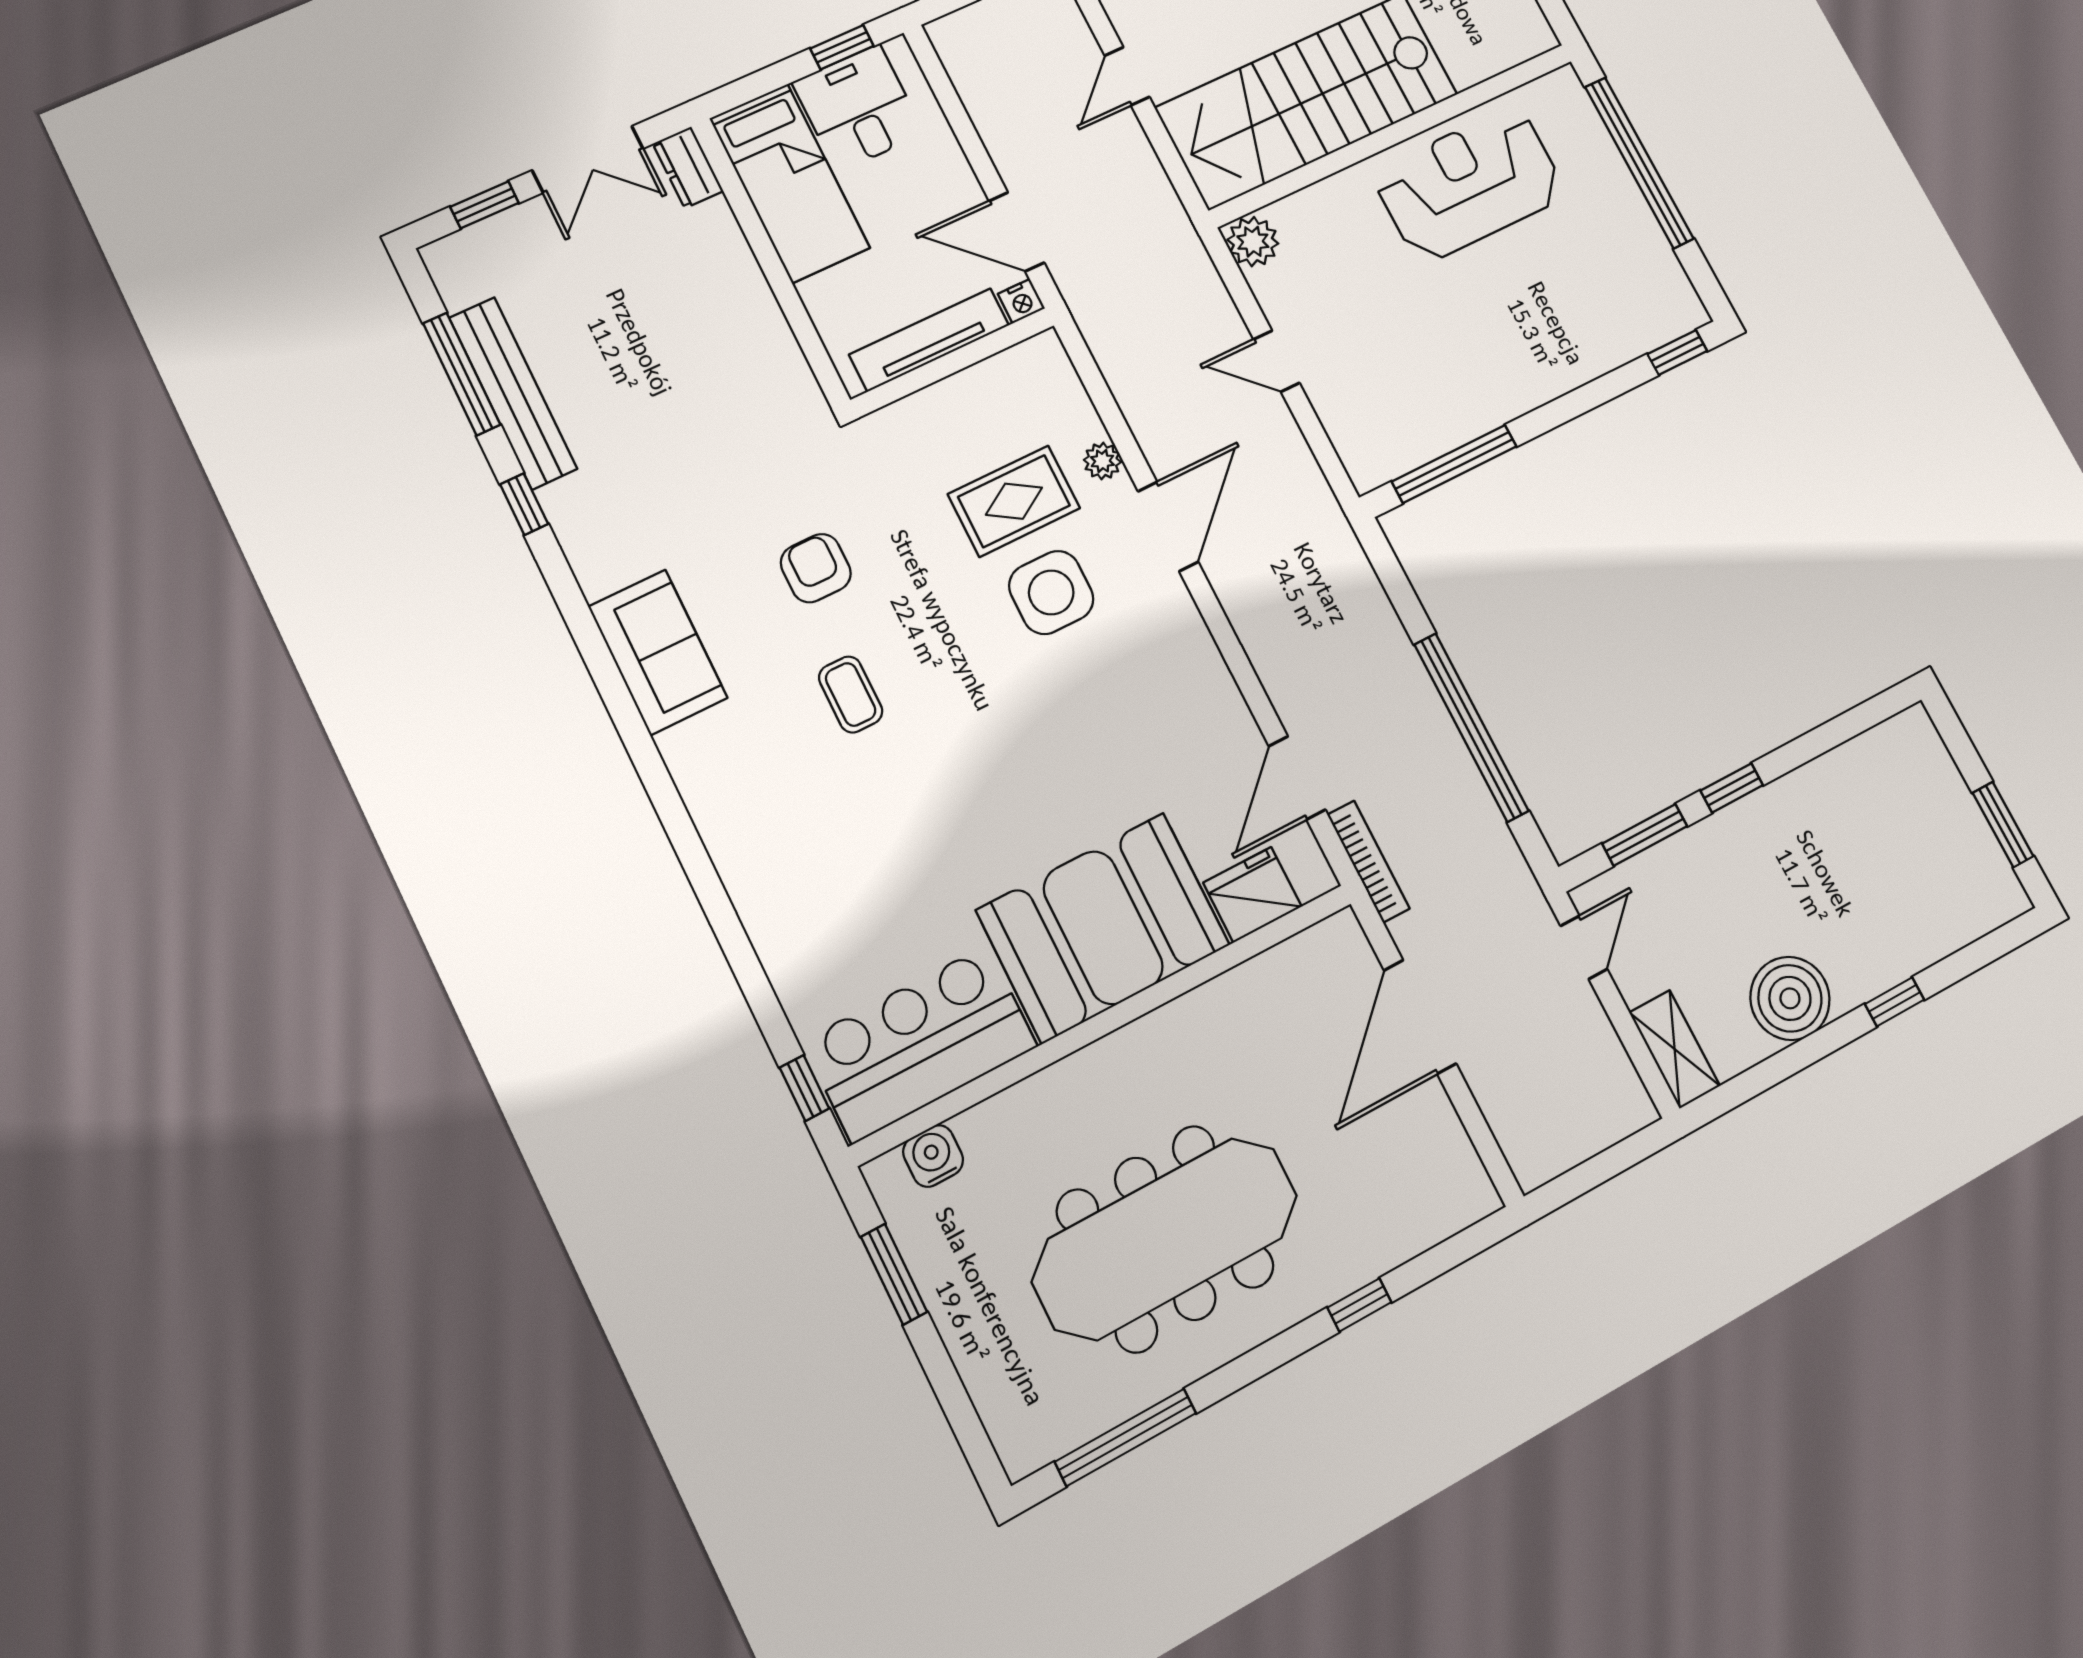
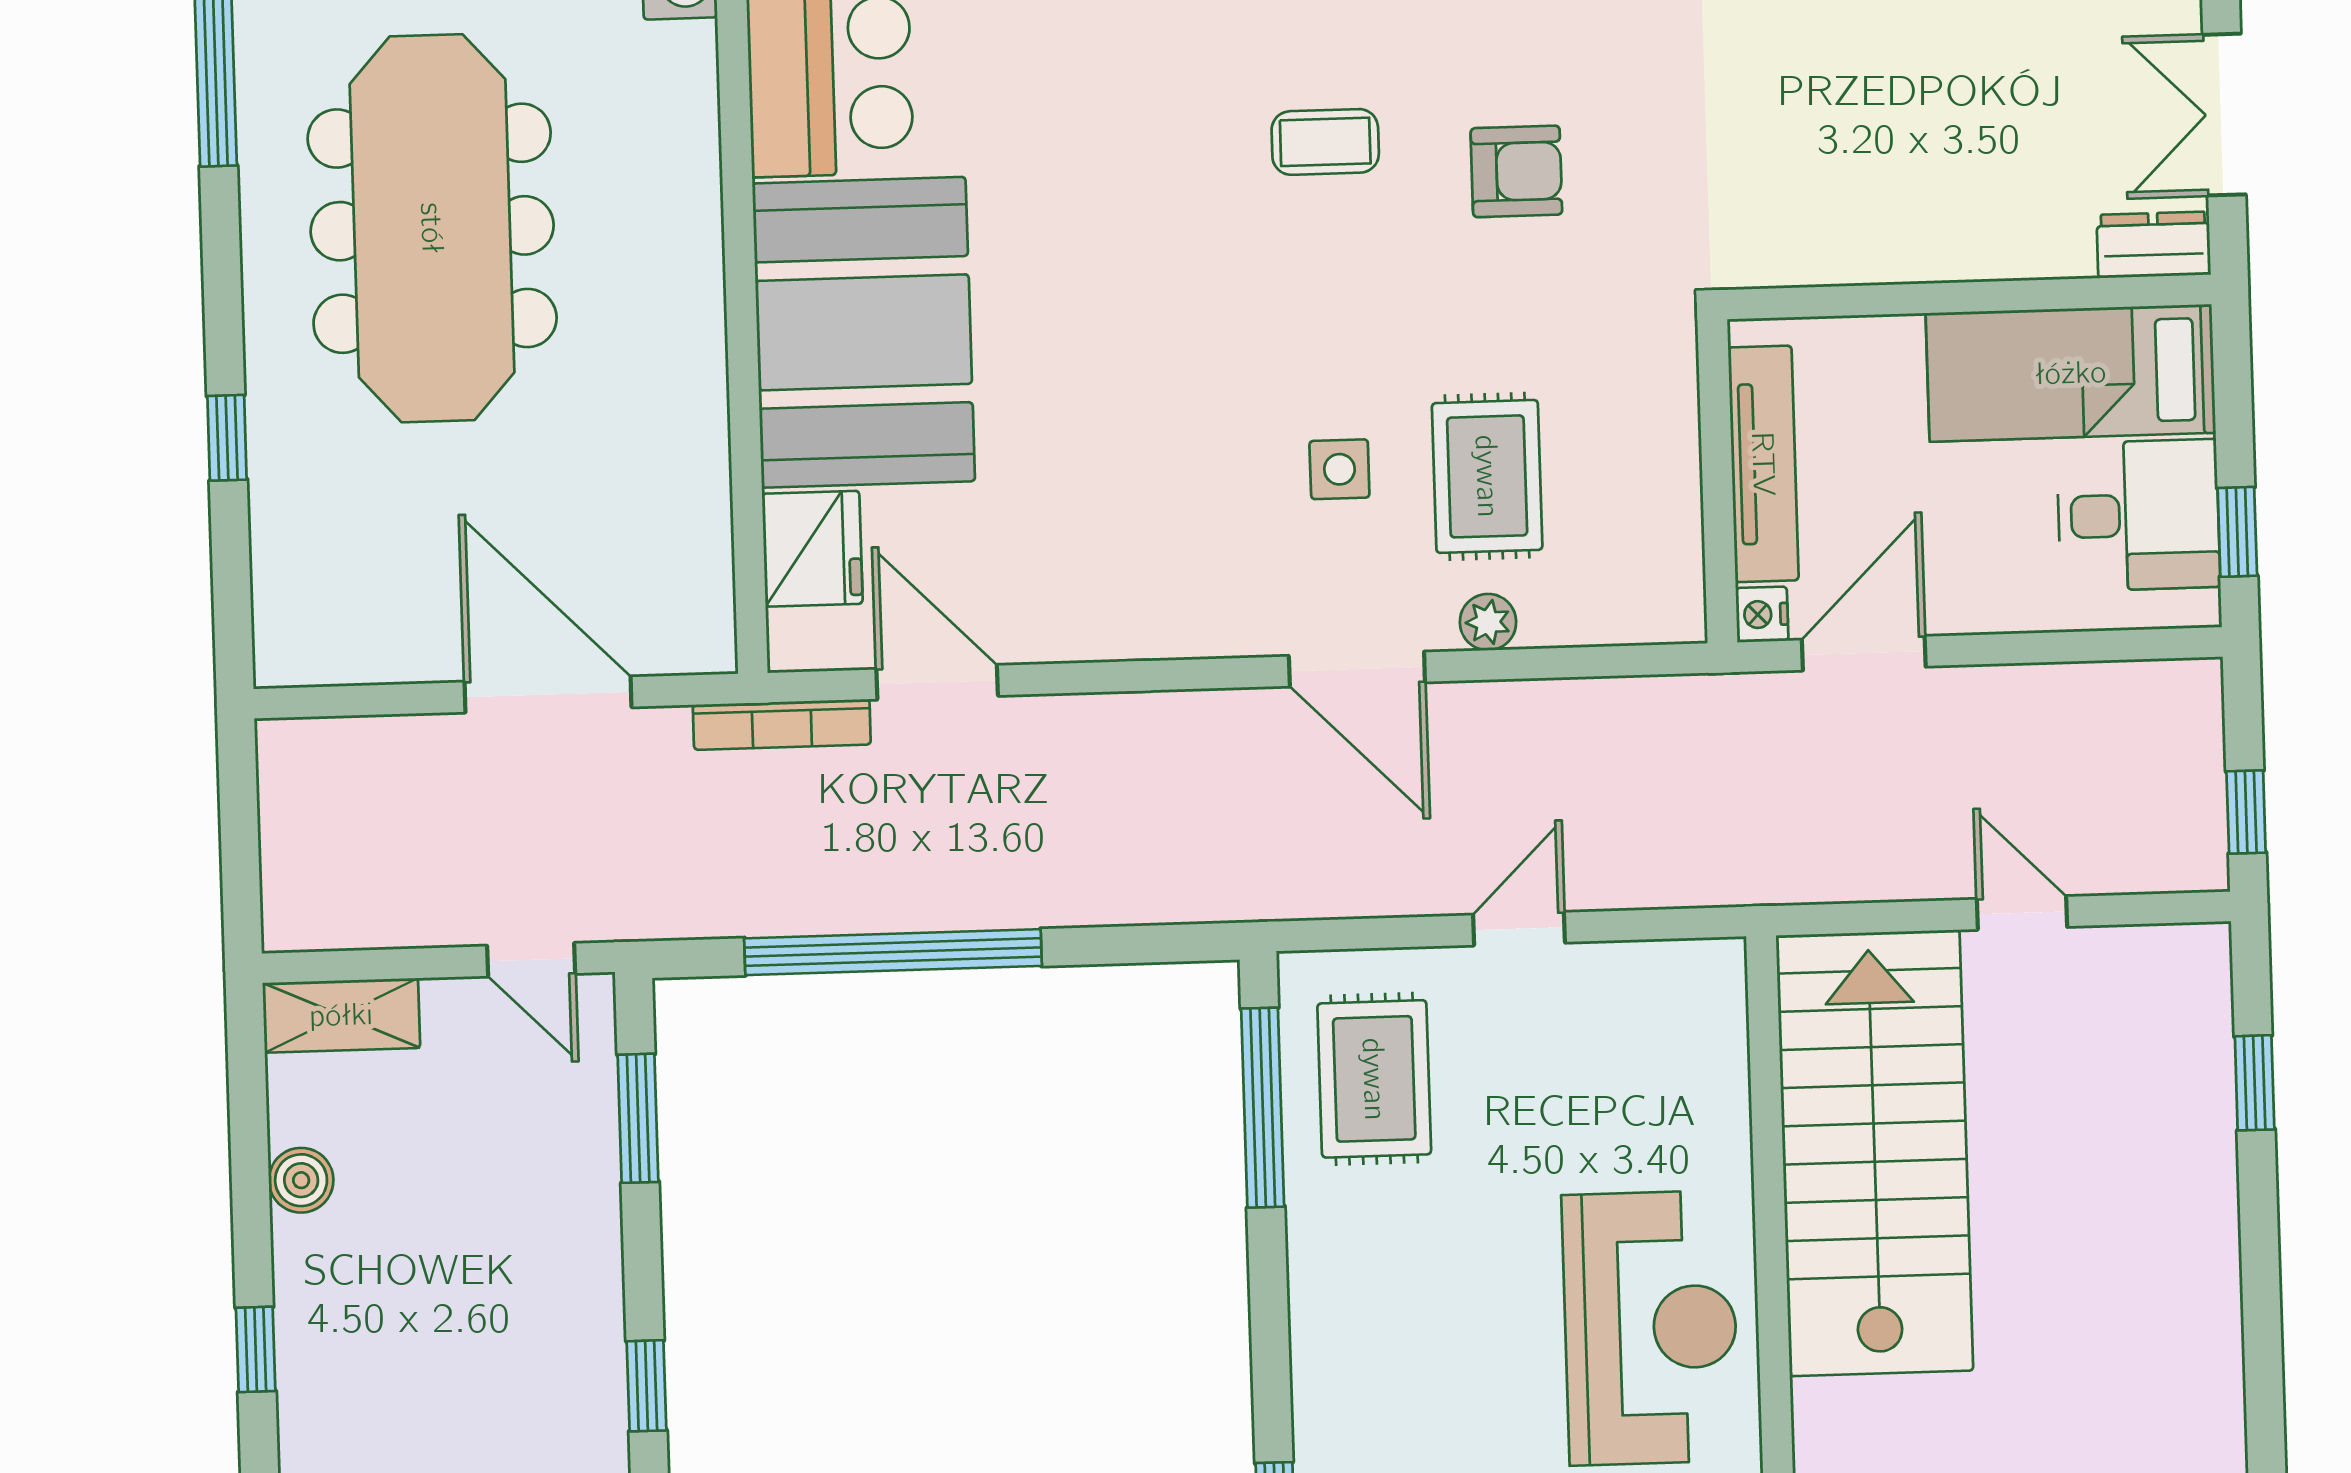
plant: (1253, 242) -> (1704, 977), removed
rug: (1405, 406) -> (1374, 1079), added
side table: (1051, 592) -> (1339, 469), width x0.54, depth x0.54
window: (1732, 788) -> (646, 1386), moved
boiler: (1790, 998) -> (301, 1180), width x0.54, depth x0.54

